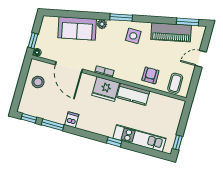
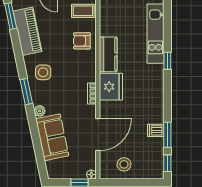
dishwasher: (72, 120) -> (156, 130), moved

